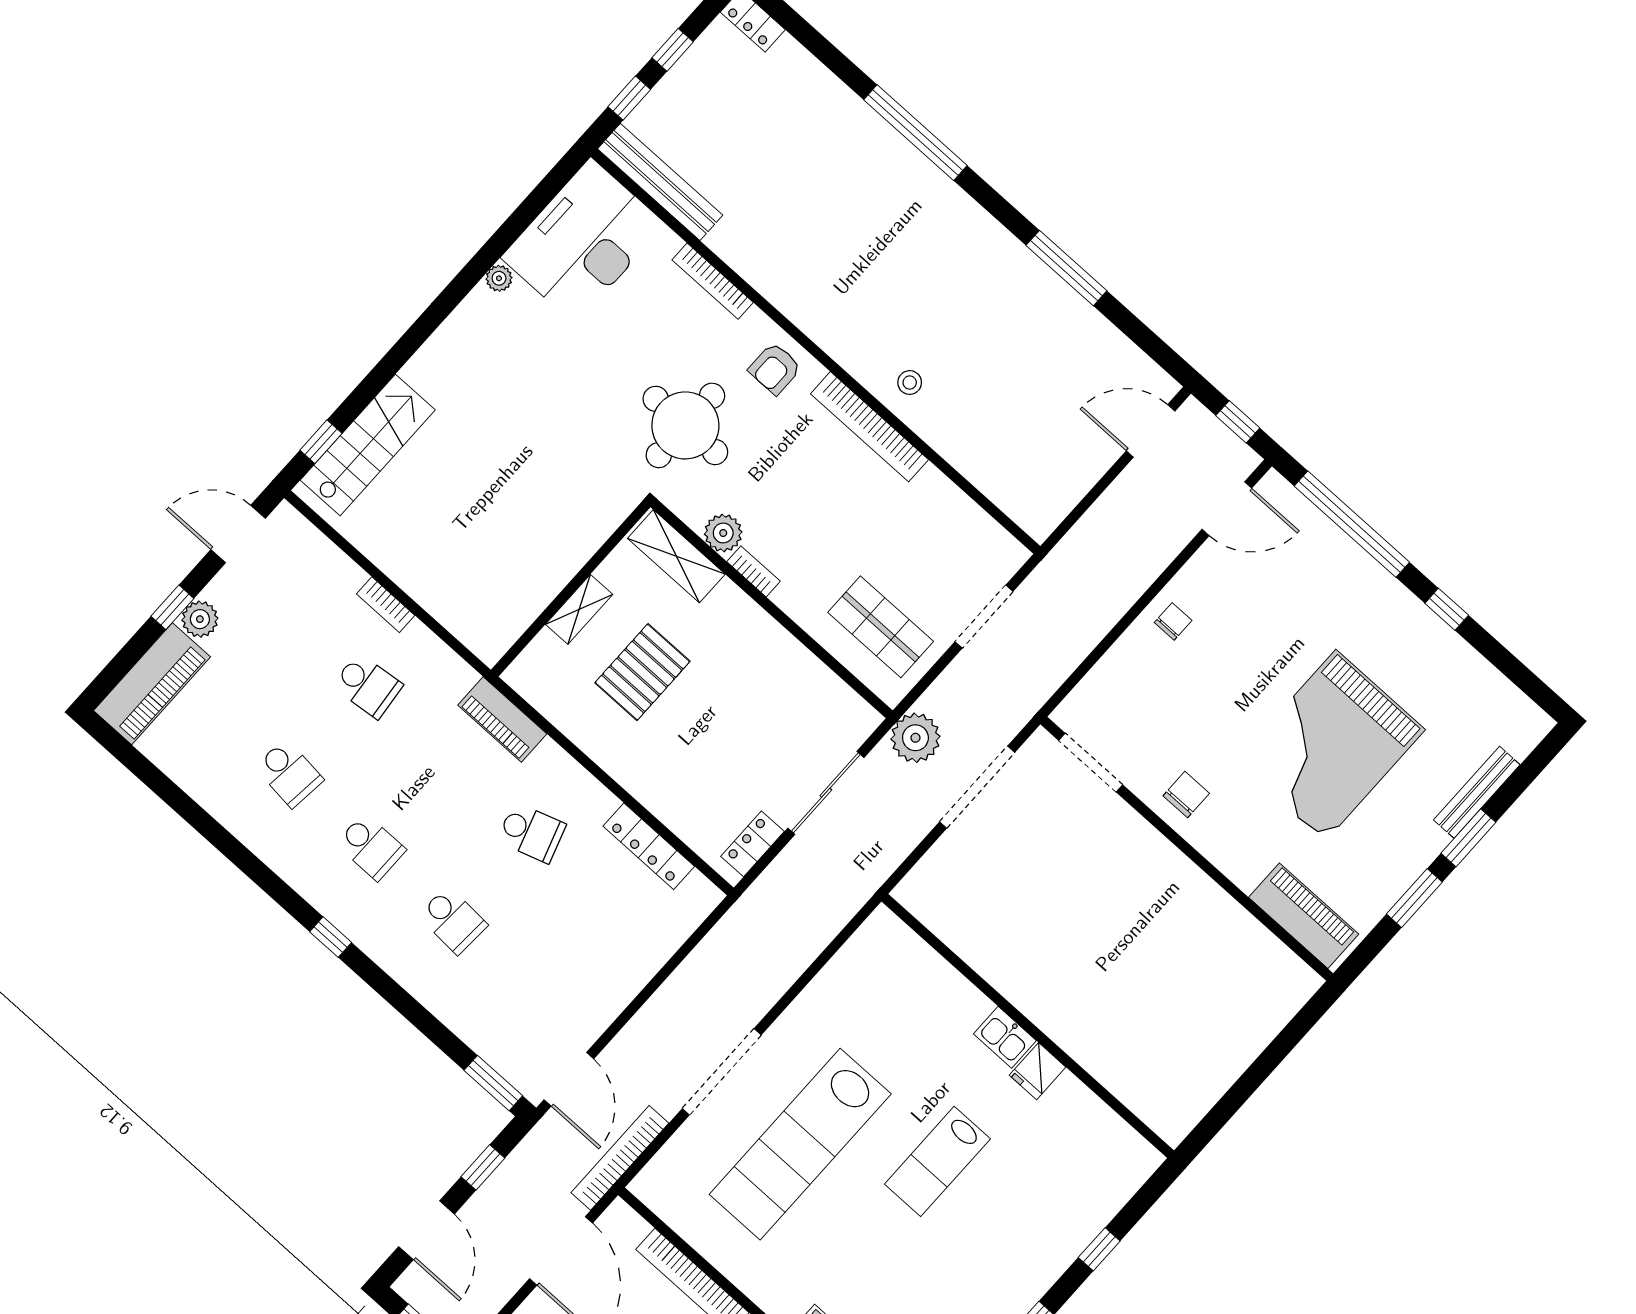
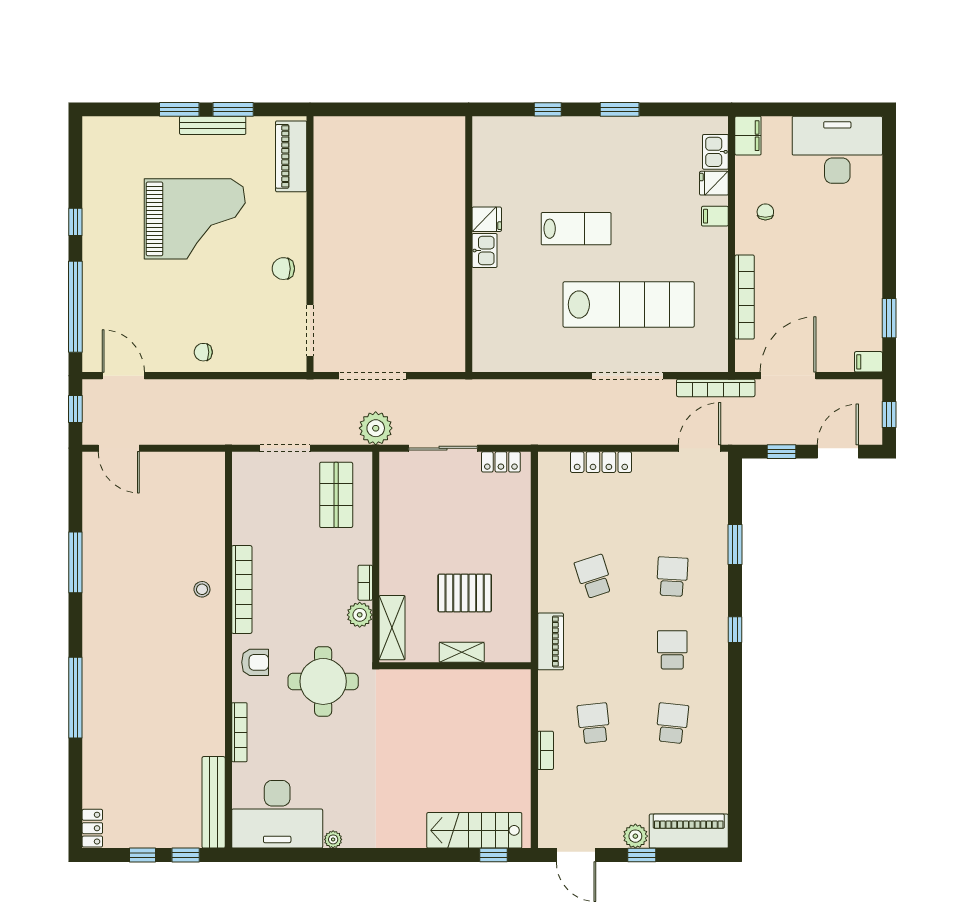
bench: (1477, 792) -> (213, 125), moved
locker: (649, 846) -> (601, 462), moved, turned 90
window: (493, 1083) -> (735, 544), moved

